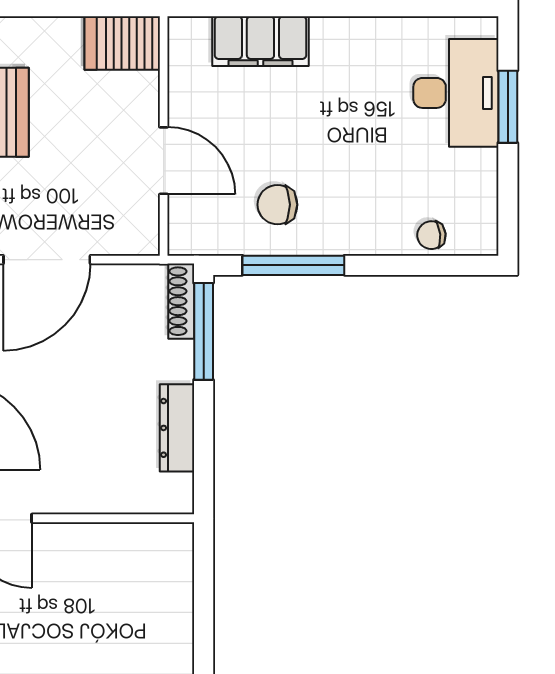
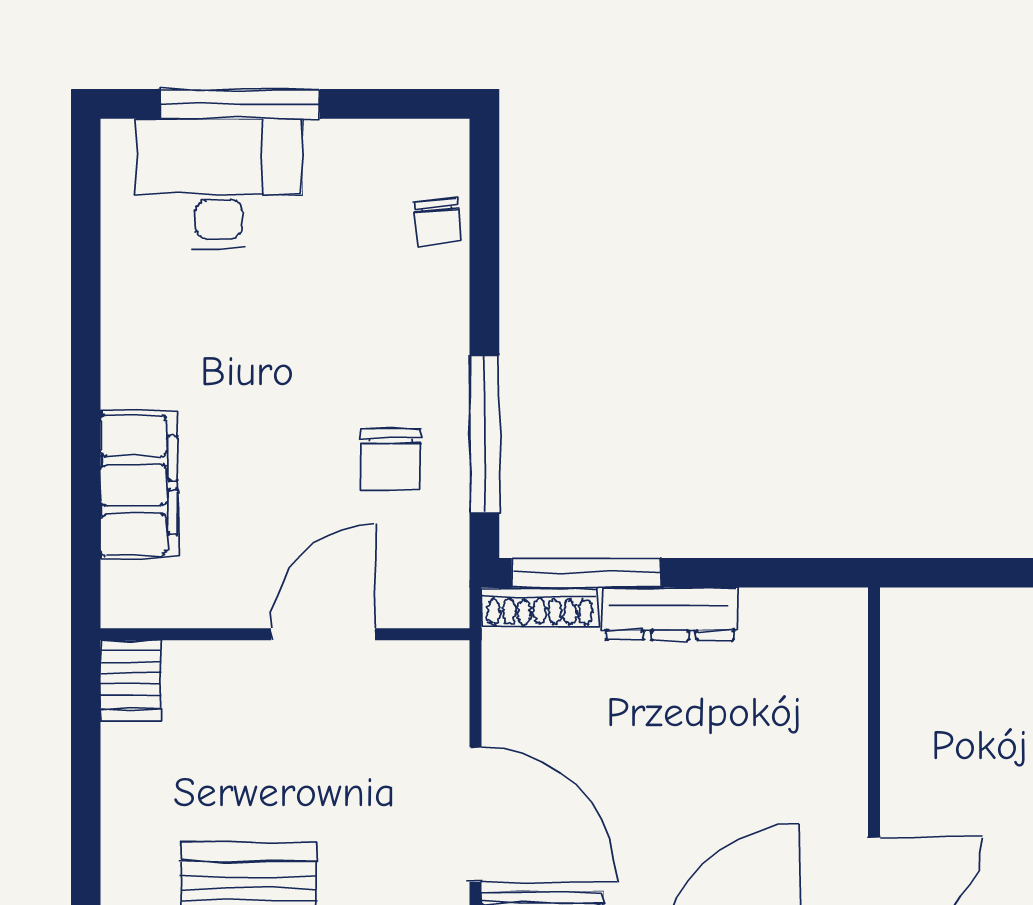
server rack: (122, 43) -> (131, 680), width x0.73, depth x0.70
window: (508, 107) -> (240, 104), width x1.44
dresser: (177, 428) -> (670, 614), moved

